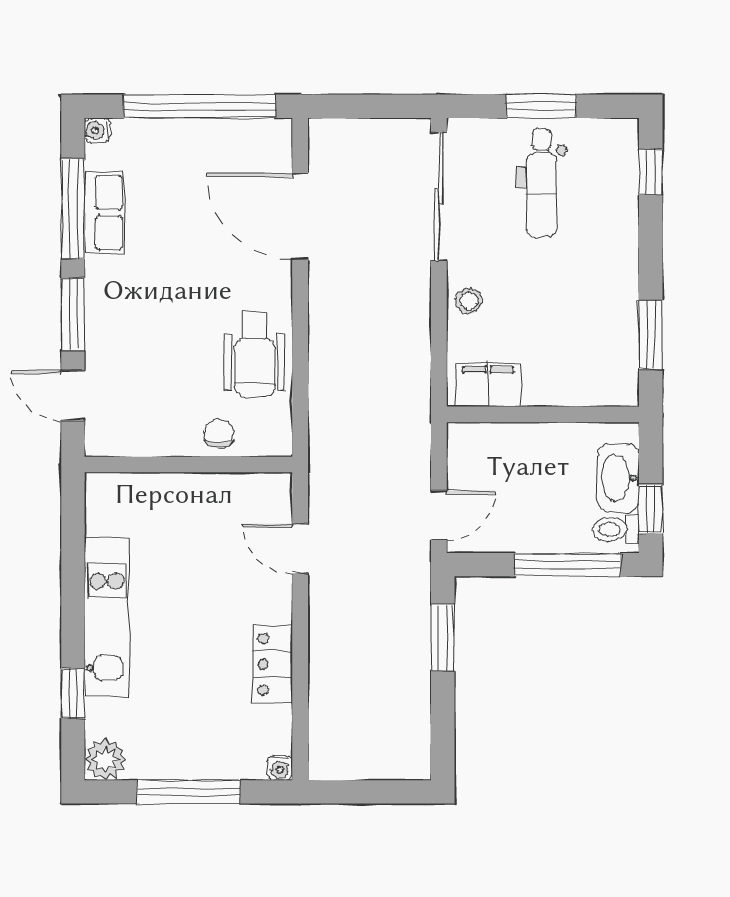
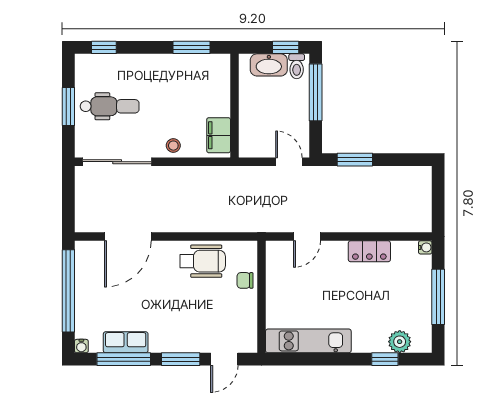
kitchen unit: (107, 617) -> (308, 341), moved
plant: (105, 759) -> (400, 342), moved

